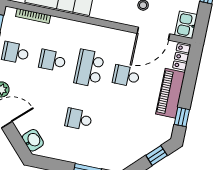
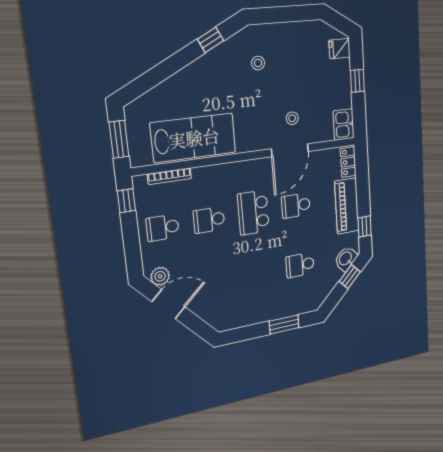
door: (153, 34) -> (290, 150), moved
school desk: (79, 119) -> (300, 265), moved
washbasin: (33, 140) -> (346, 259), moved, turned -92

